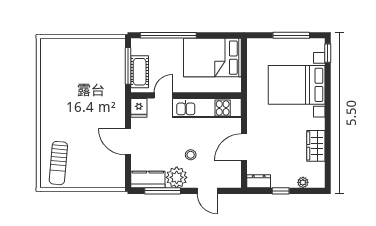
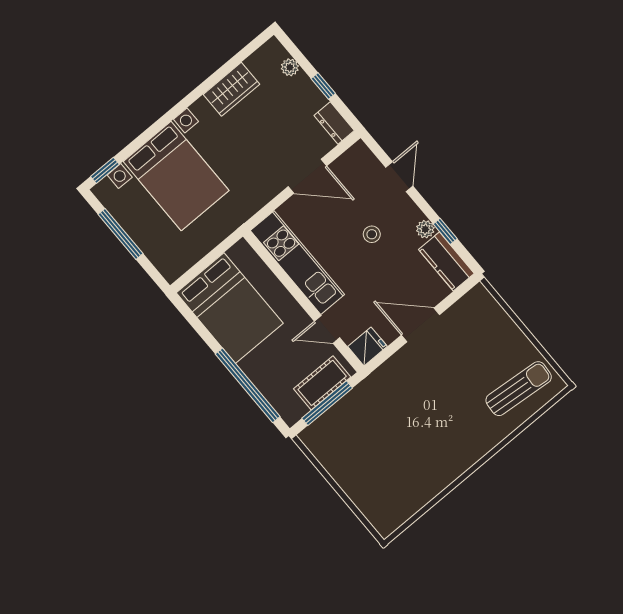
door: (128, 142) -> (420, 325), swing flipped
plant: (177, 177) -> (425, 229), width x0.53, depth x0.53
window: (163, 191) -> (445, 231), width x0.46

